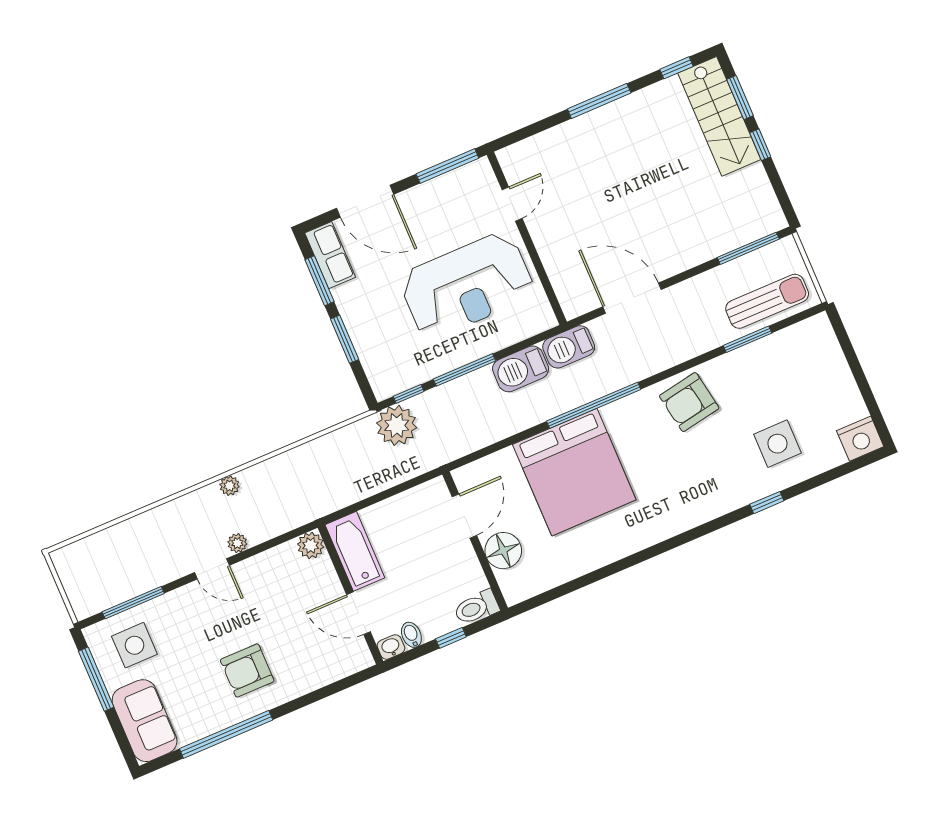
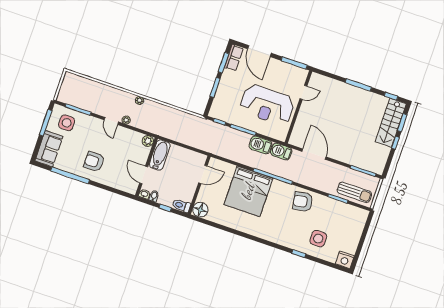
plant: (397, 425) -> (207, 128), removed
floor lamp: (503, 551) -> (200, 210), moved

